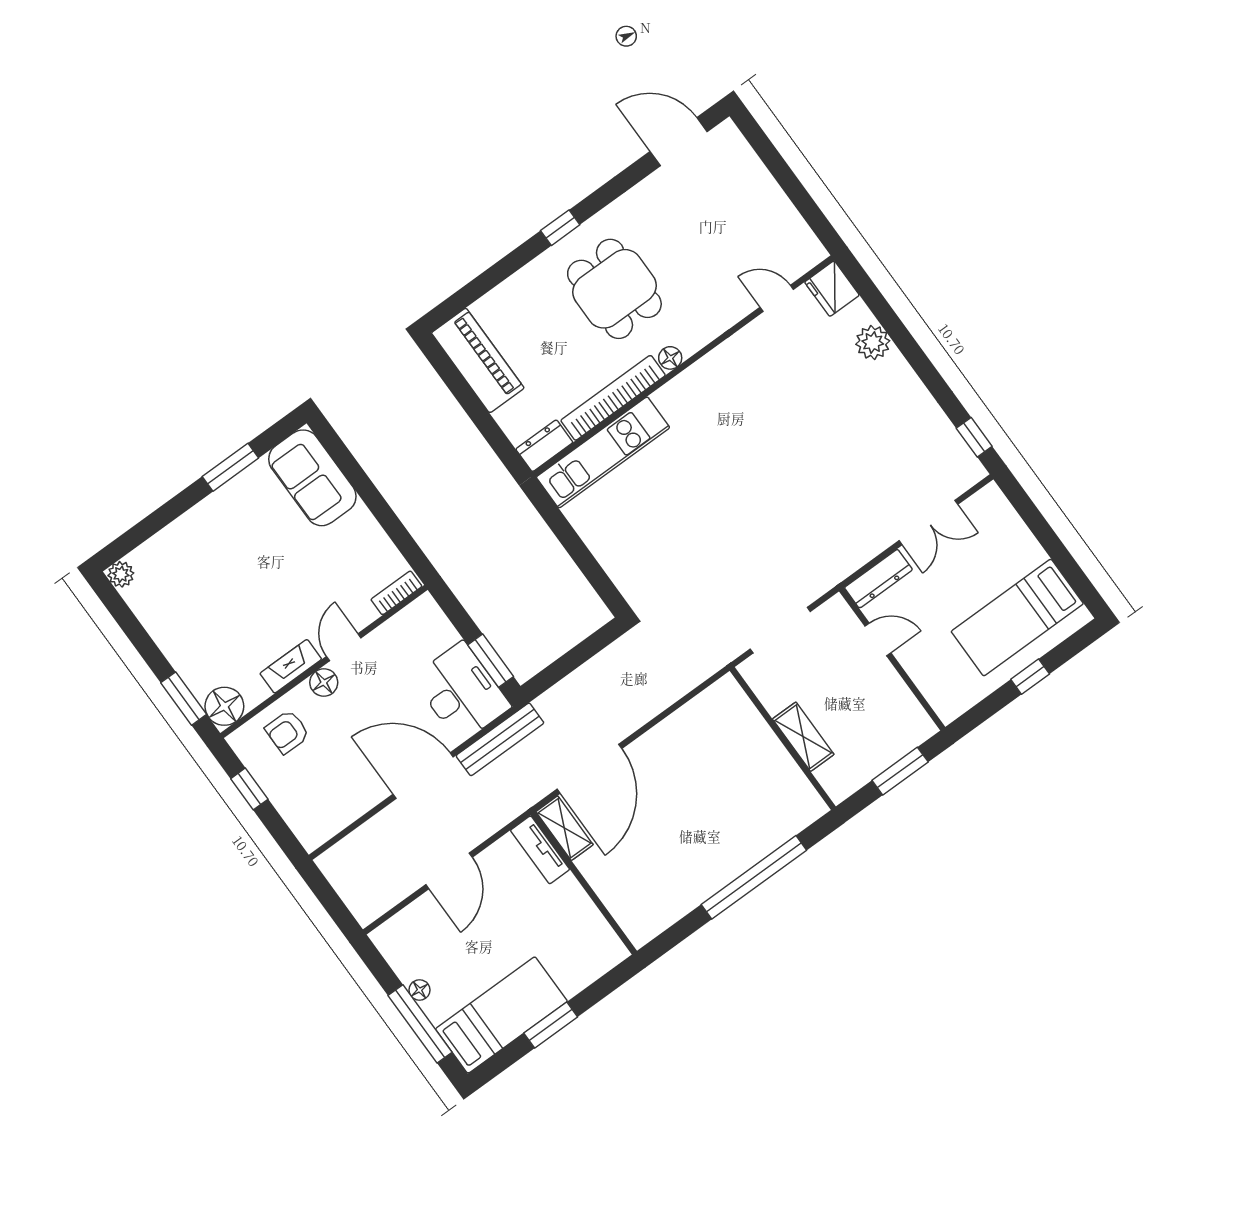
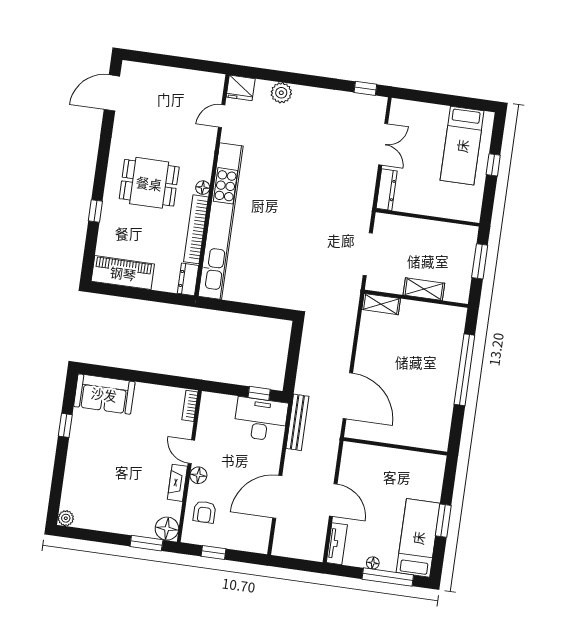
window: (560, 228) -> (95, 211), moved
kitchen unit: (603, 452) -> (221, 221), width x1.86
window: (230, 467) -> (65, 425), width x0.67
door: (878, 640) -> (413, 216), removed
window: (491, 661) -> (259, 393), width x0.67
door: (423, 776) -> (277, 497), moved
shelving: (564, 828) -> (381, 304), moved
tv unit: (540, 850) -> (337, 544), moved, turned -90

